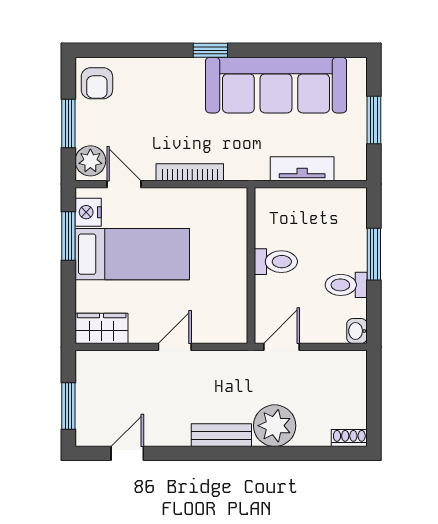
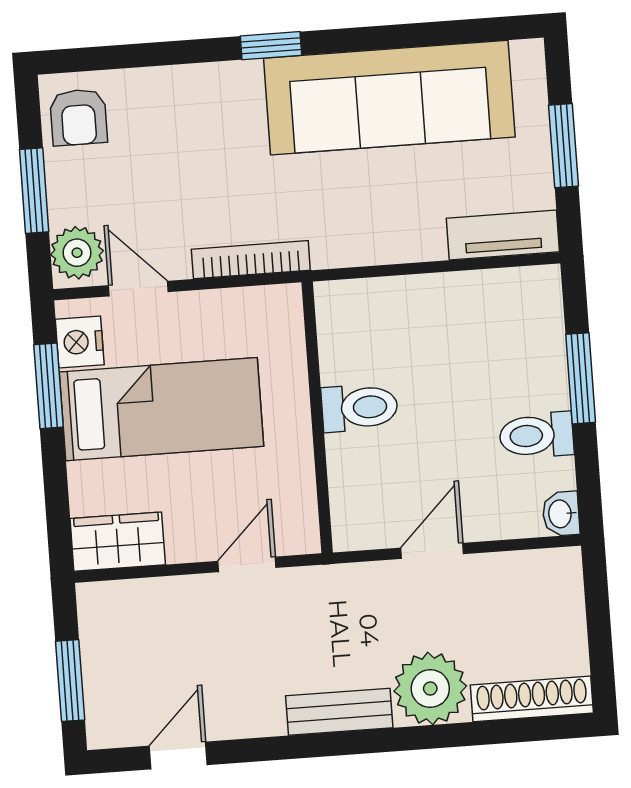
tv unit: (302, 169) -> (503, 235), moved
toilet: (276, 262) -> (360, 408), moved
wall: (251, 265) -> (317, 417), moved
shoe rack: (349, 438) -> (532, 699), width x1.94, depth x1.24

